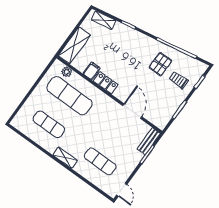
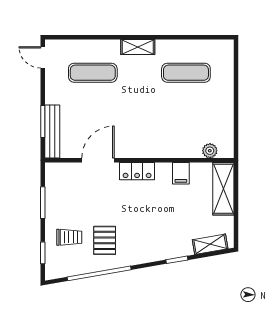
locker: (106, 83) -> (137, 171), moved
exercise mat: (69, 96) -> (186, 125), removed
door: (132, 111) -> (98, 160), swing flipped
bench: (149, 141) -> (52, 131), width x1.36

